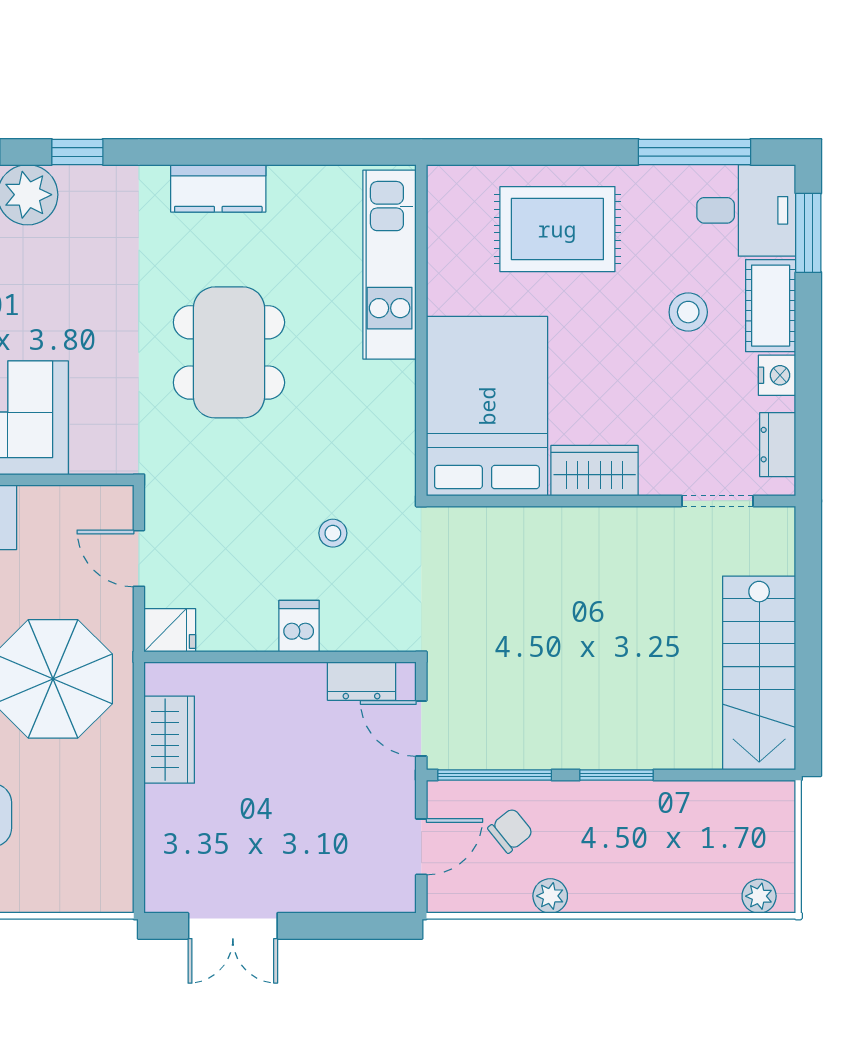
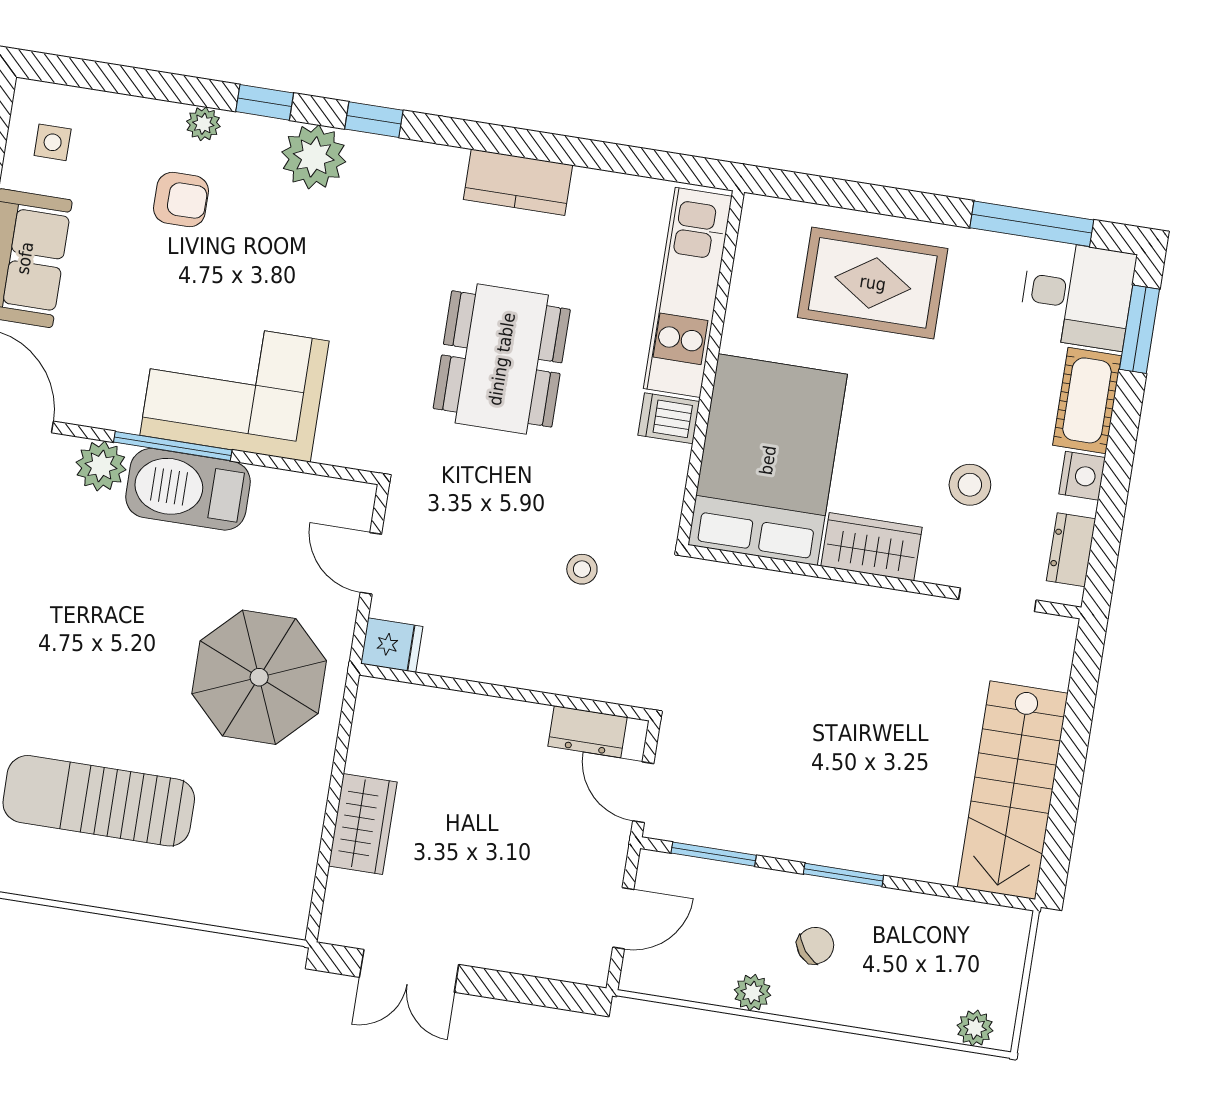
stool: (688, 312) -> (970, 485), moved
dishwasher: (299, 626) -> (669, 418), moved, turned -90
wardrobe: (169, 740) -> (363, 824), moved
window: (495, 775) -> (714, 854), width x0.69
chair: (510, 831) -> (815, 946), moved

